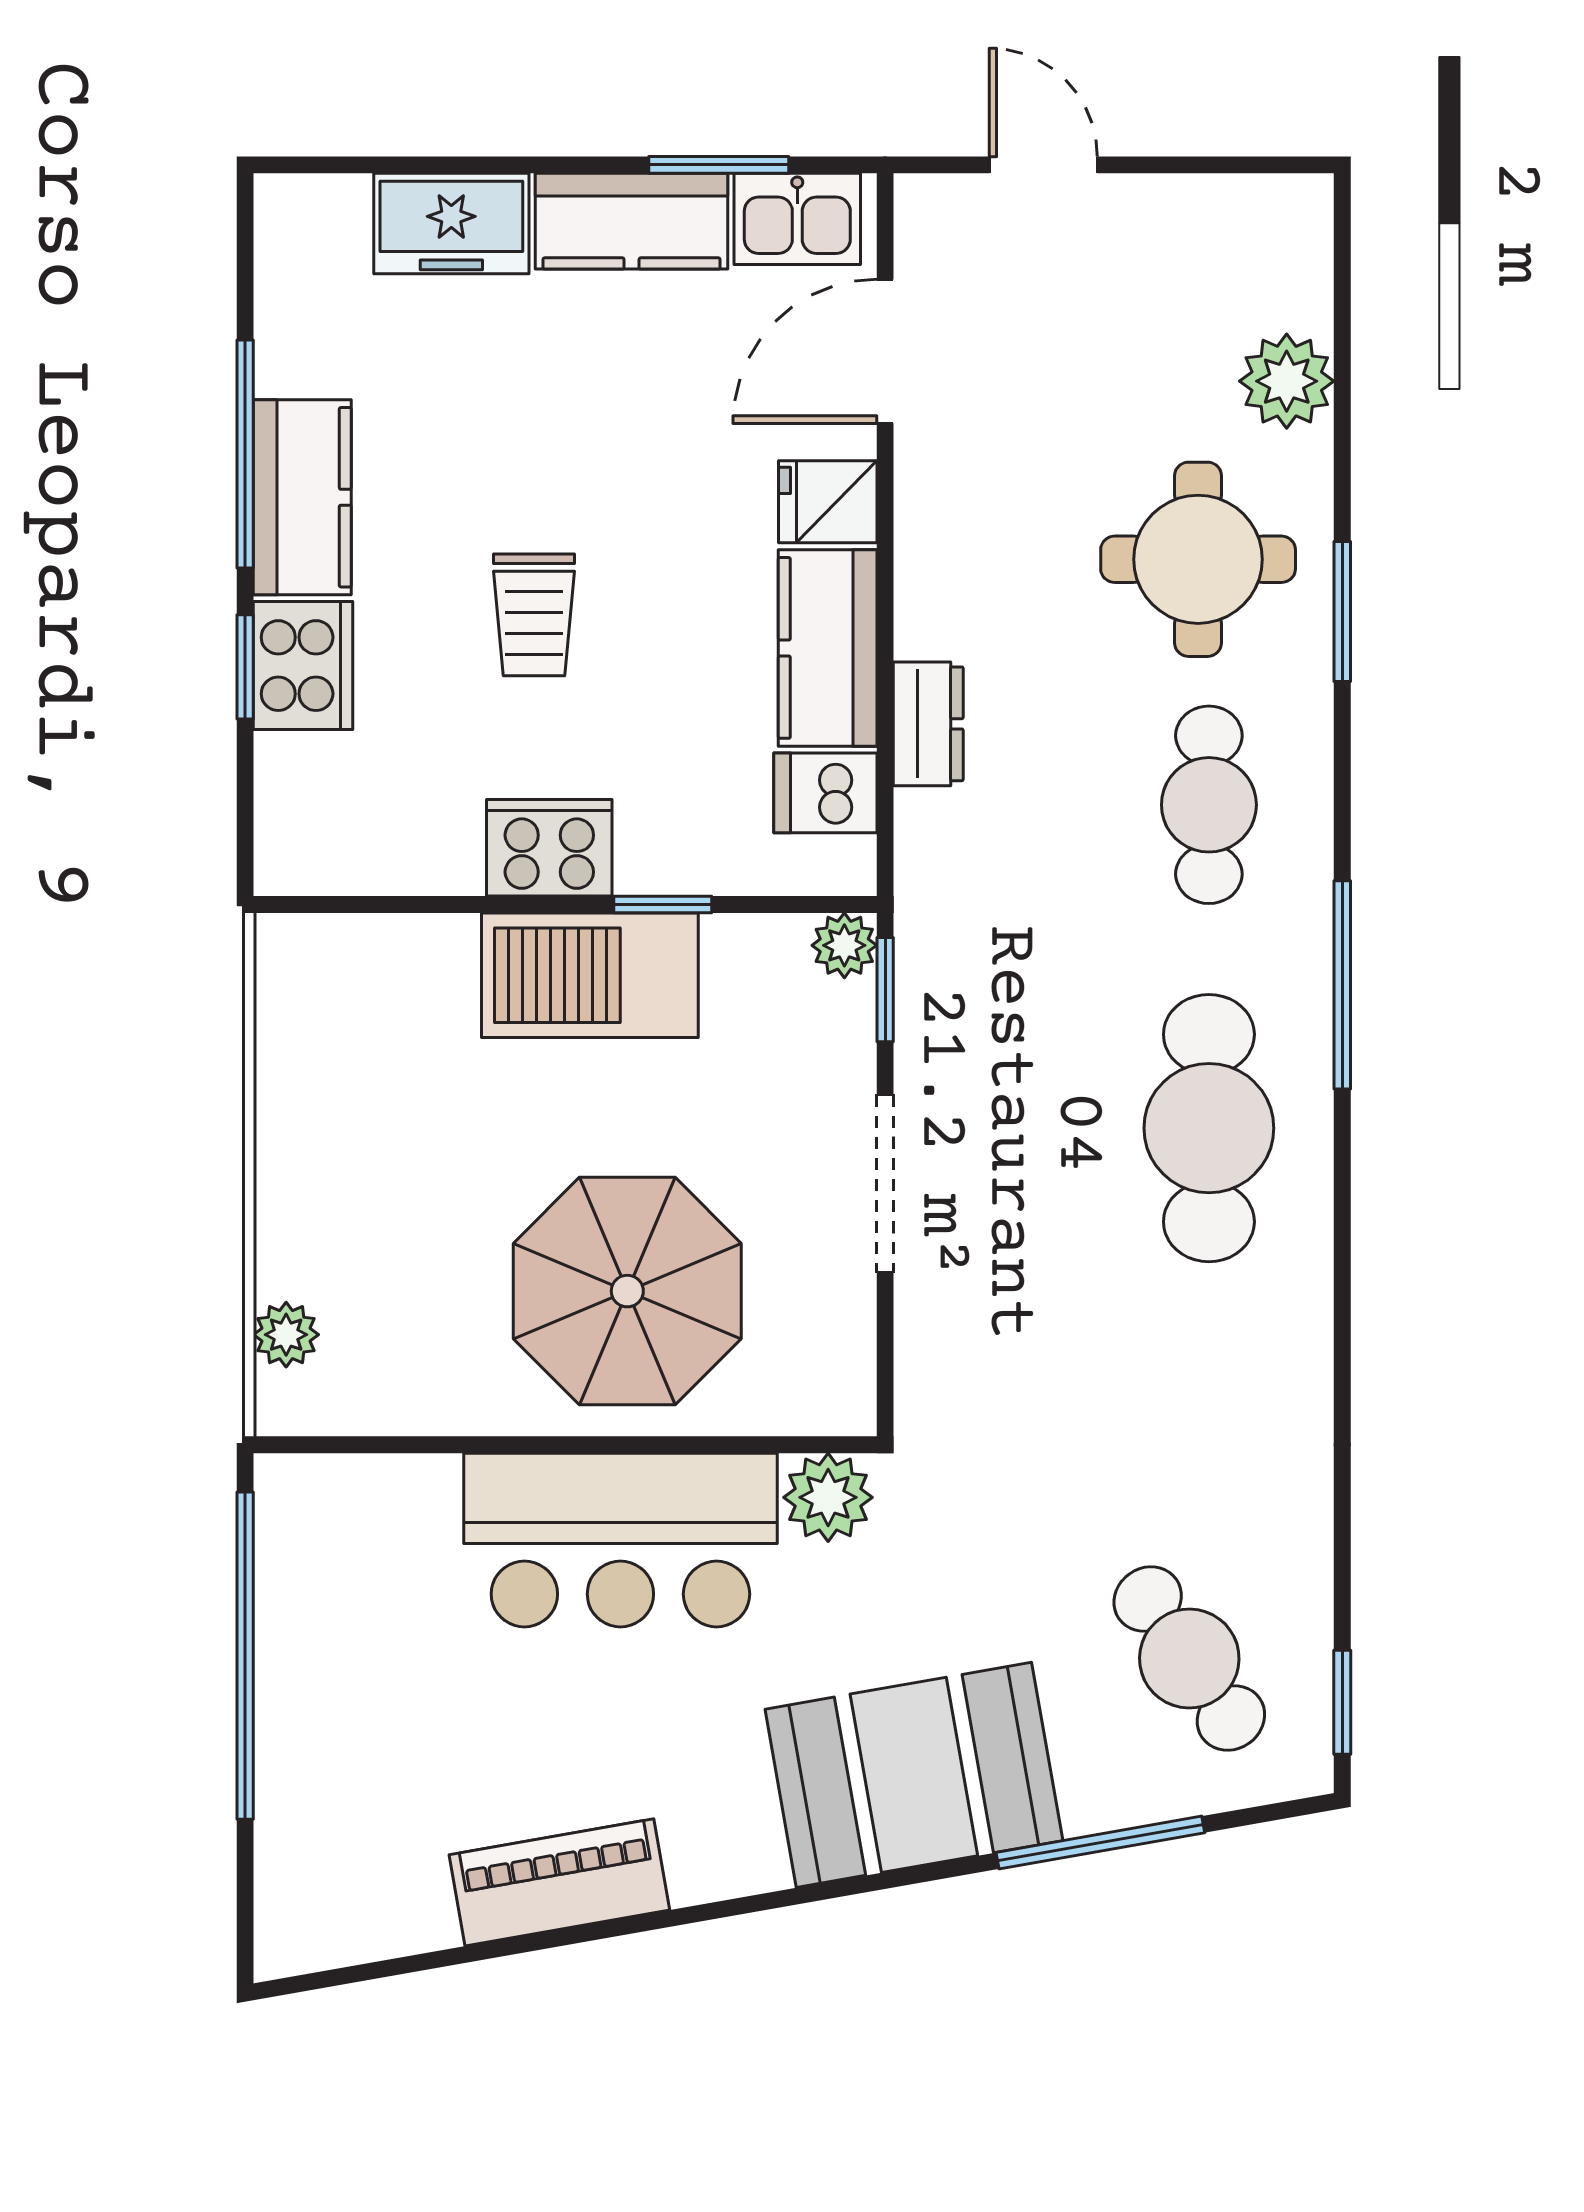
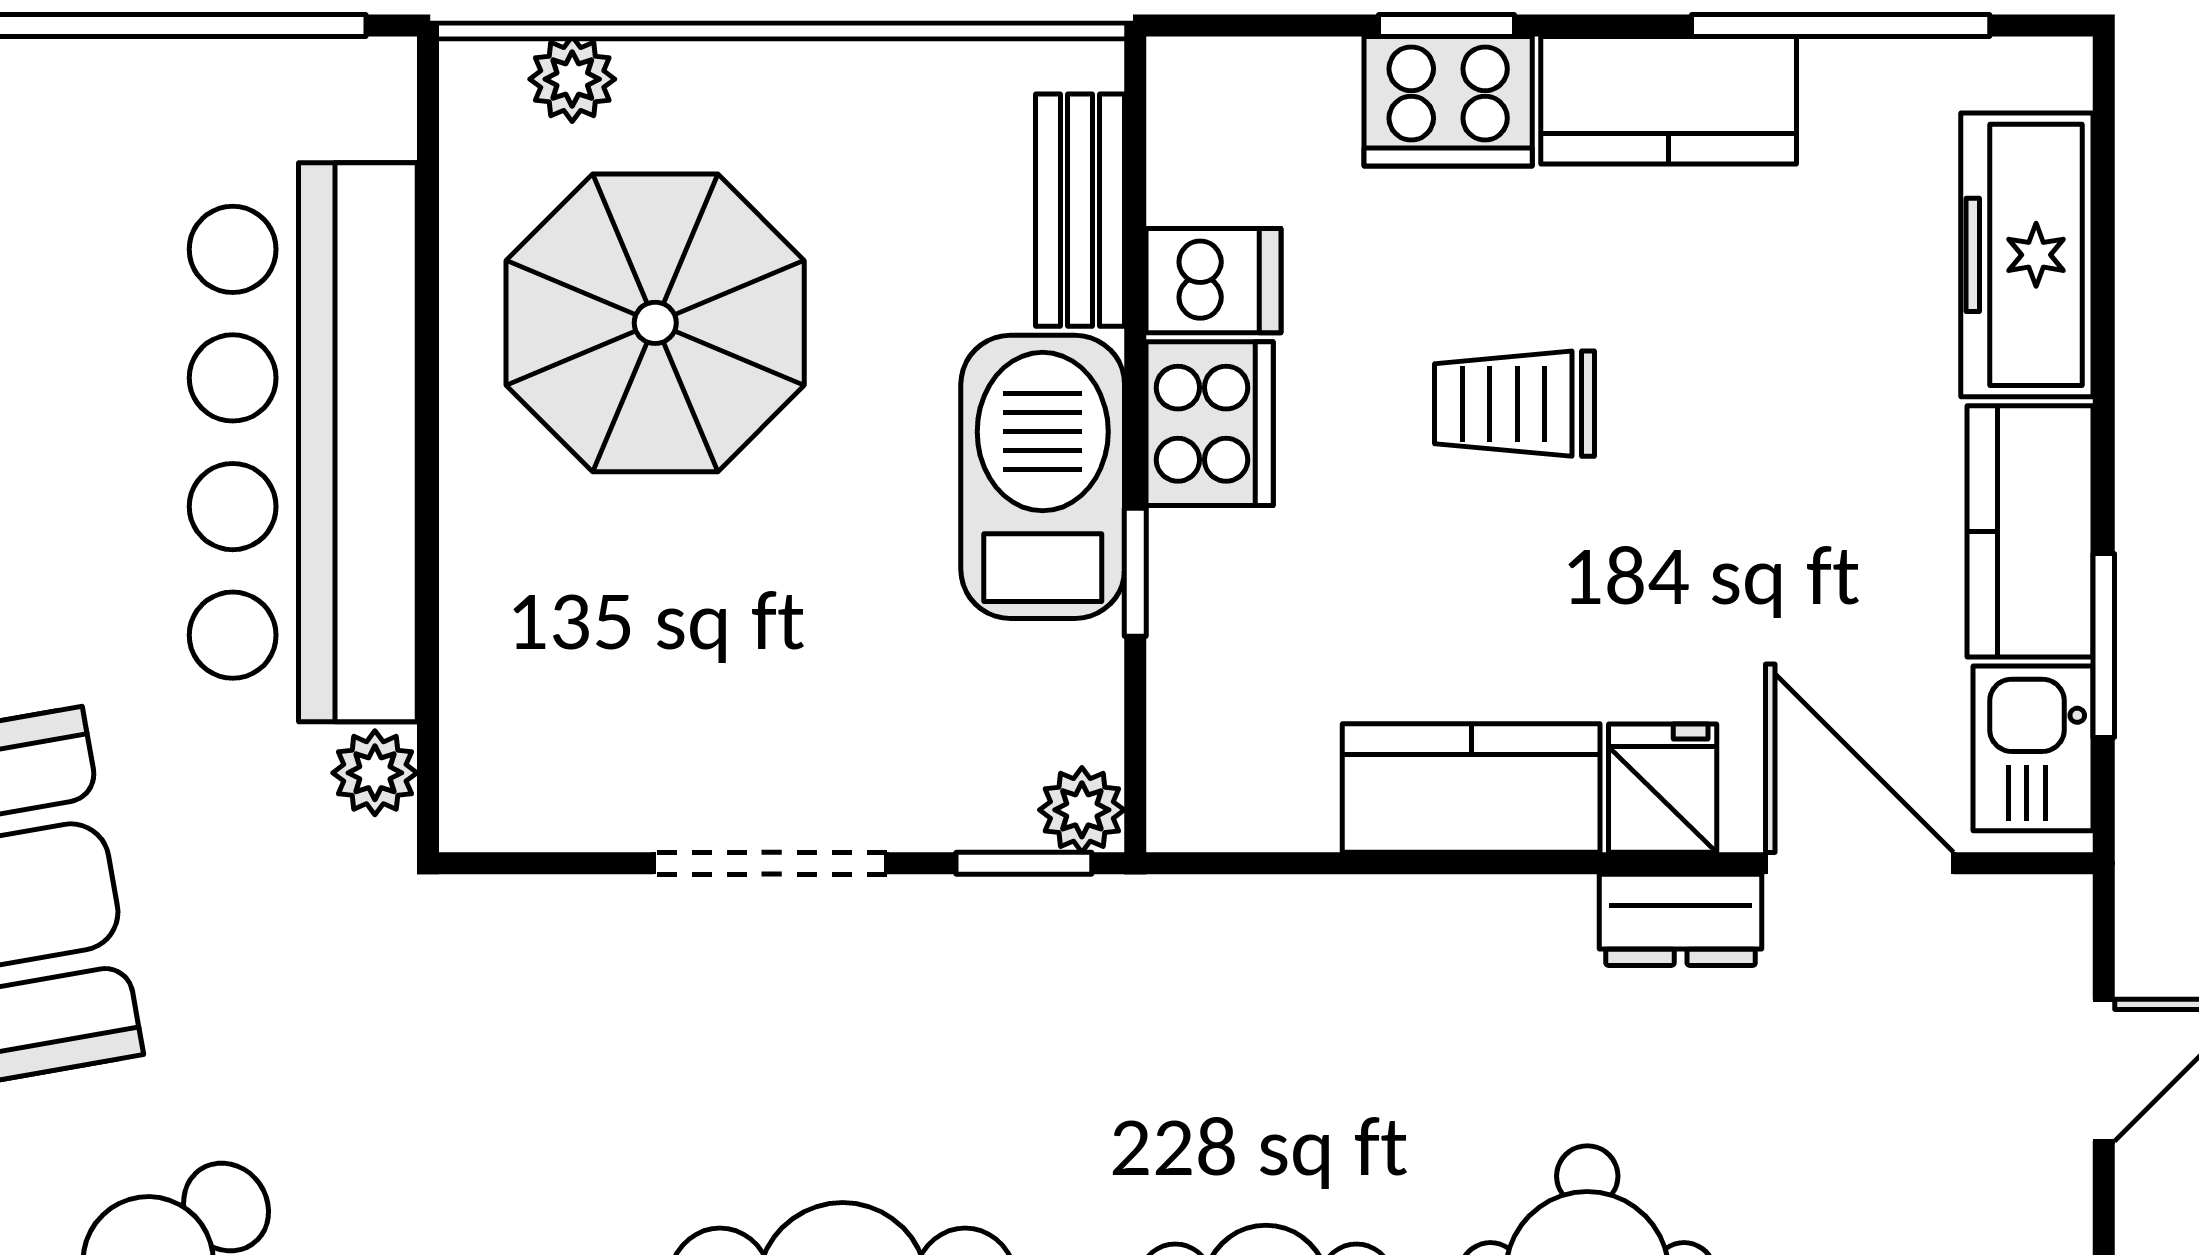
freezer: (451, 224) -> (2027, 255), width x1.40
window: (245, 454) -> (1841, 26), moved
dresser: (928, 724) -> (1681, 920), moved
dishwasher: (825, 793) -> (1214, 281), moved, turned 90
bench: (386, 947) -> (1080, 210), added
parasol: (627, 1291) -> (655, 323), moved
plant: (828, 1497) -> (375, 773), width x0.73, depth x0.73
bar counter: (620, 1540) -> (303, 442), width x1.36

